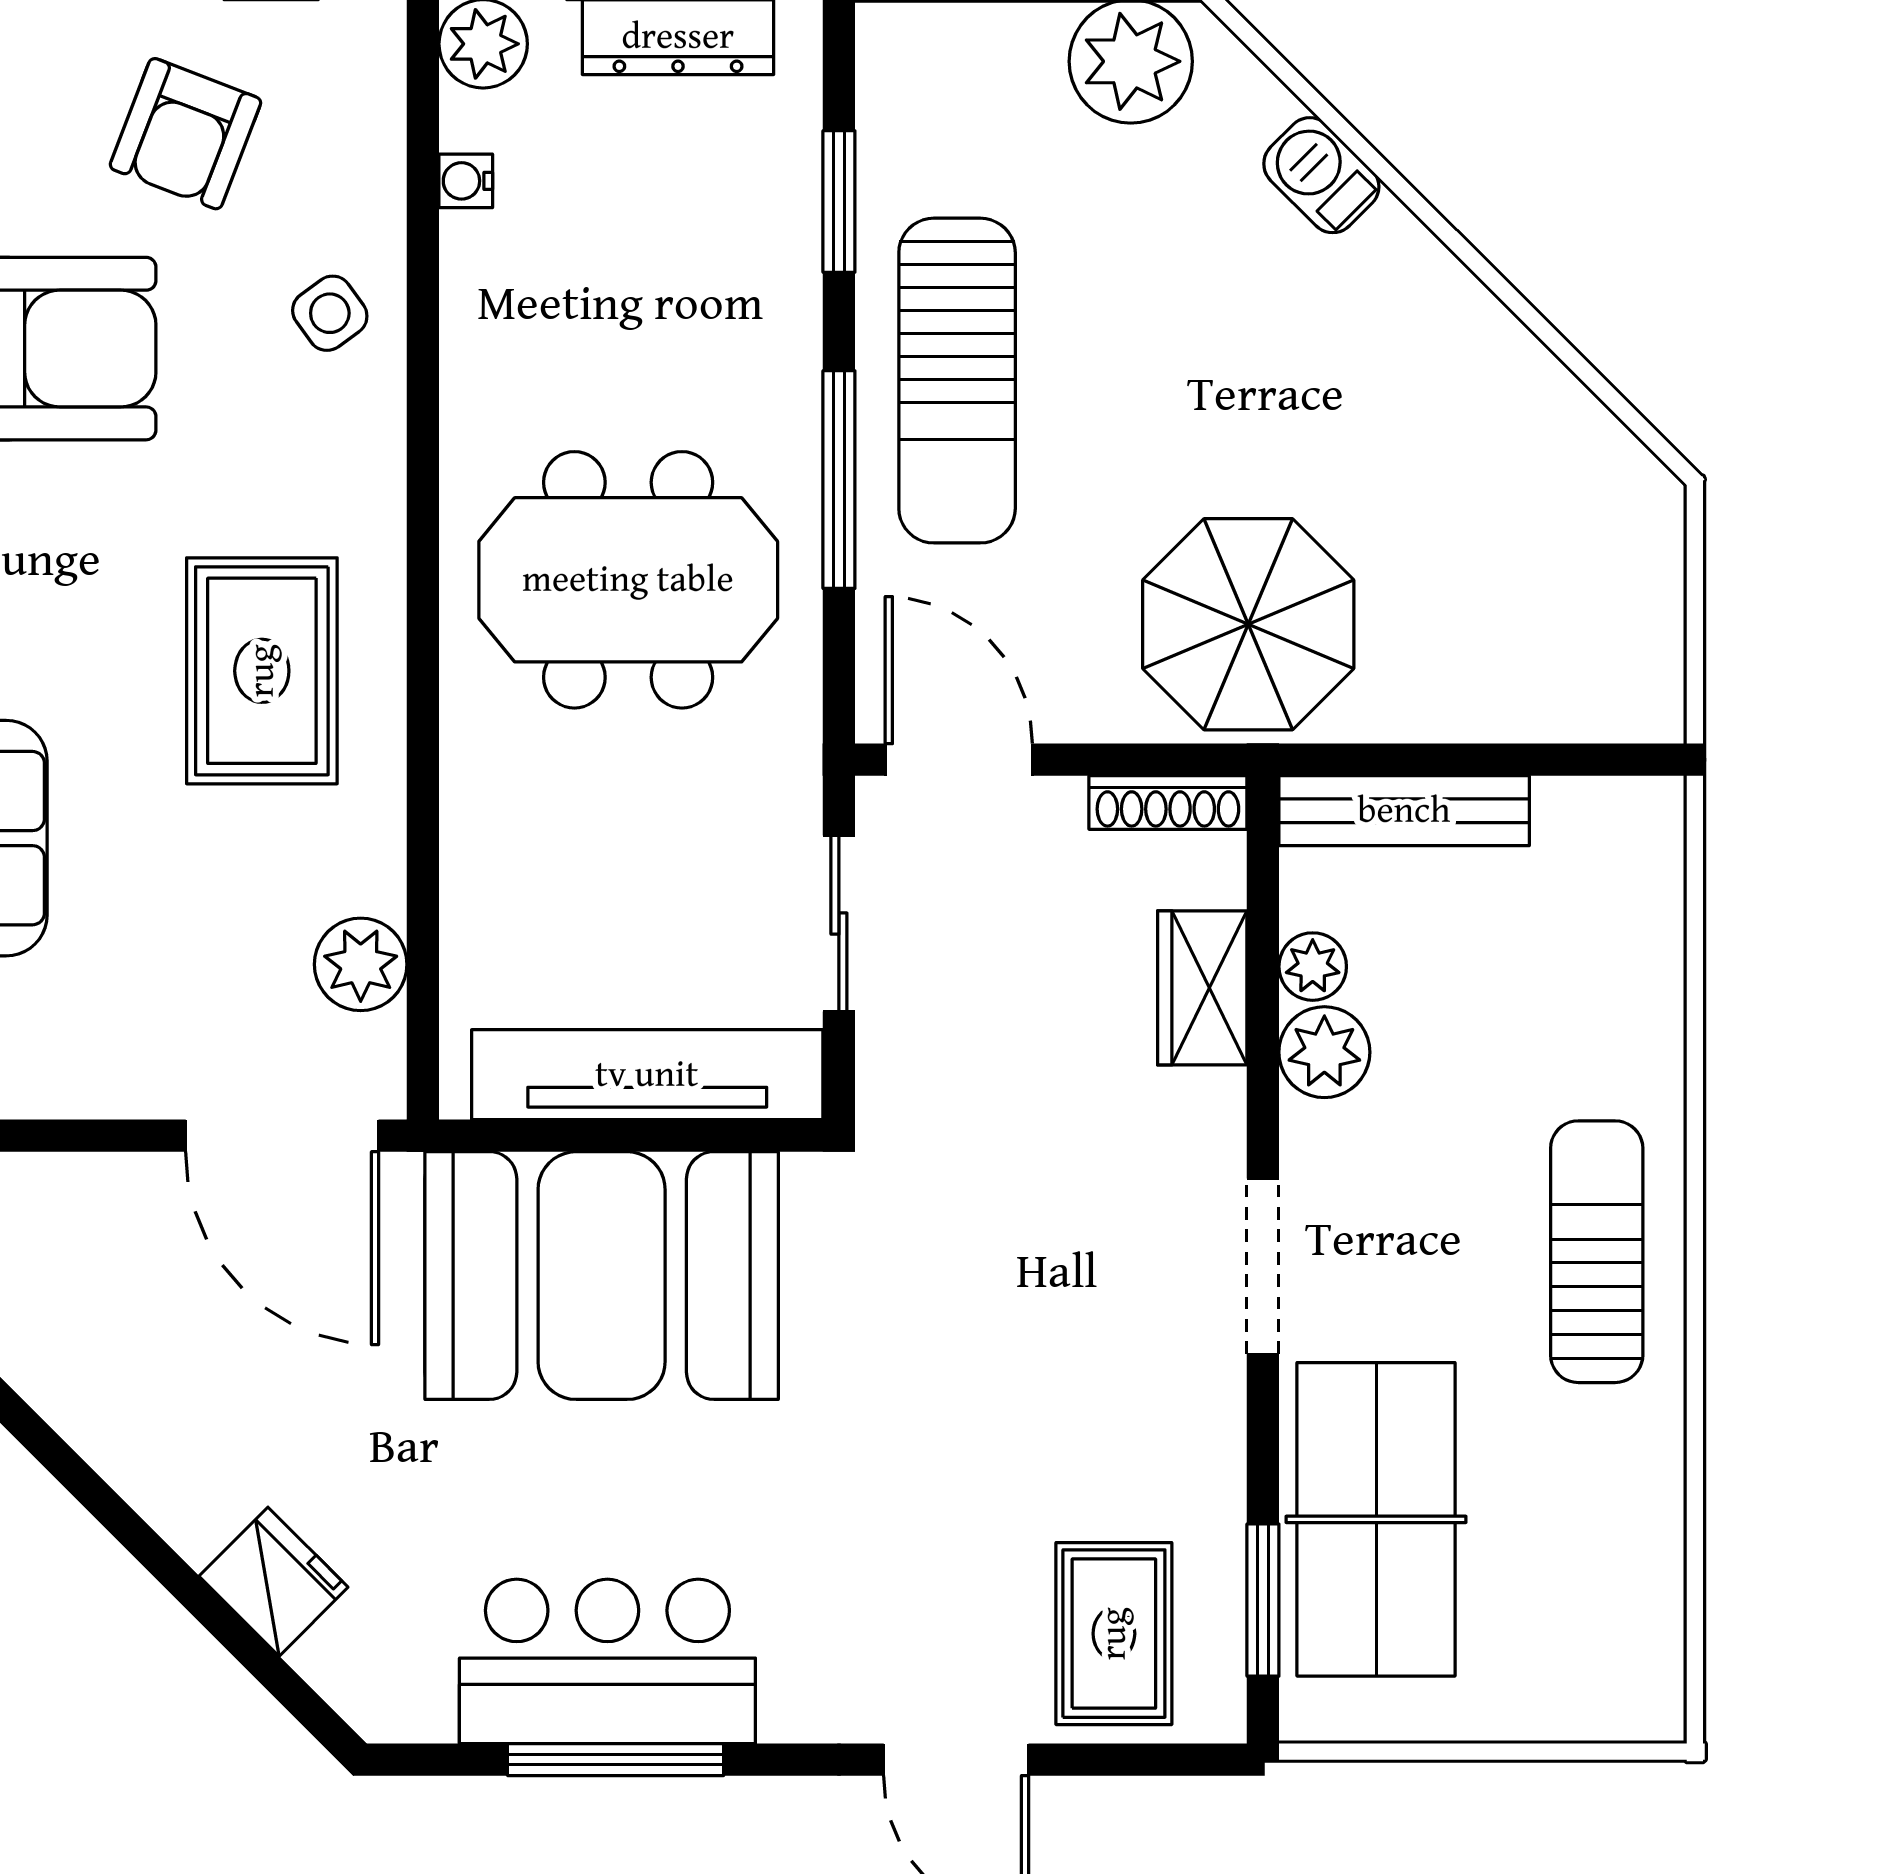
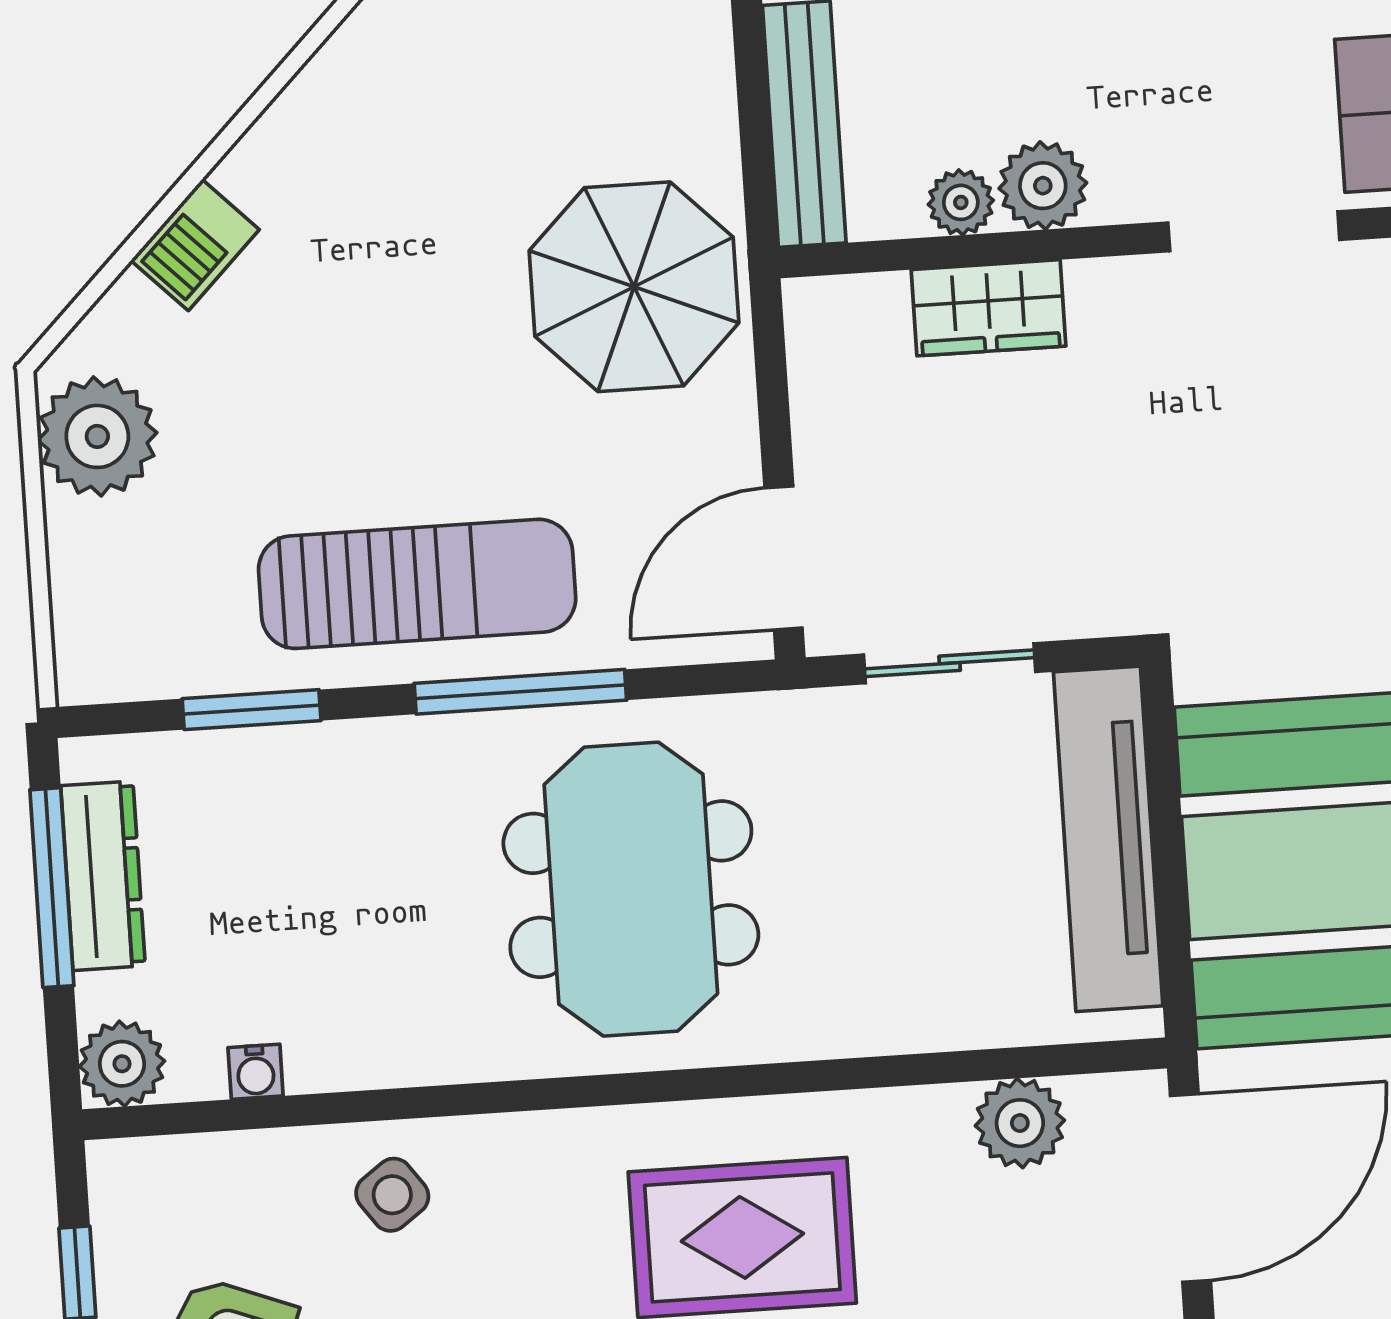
shoe rack: (1168, 803) -> (812, 353), removed

